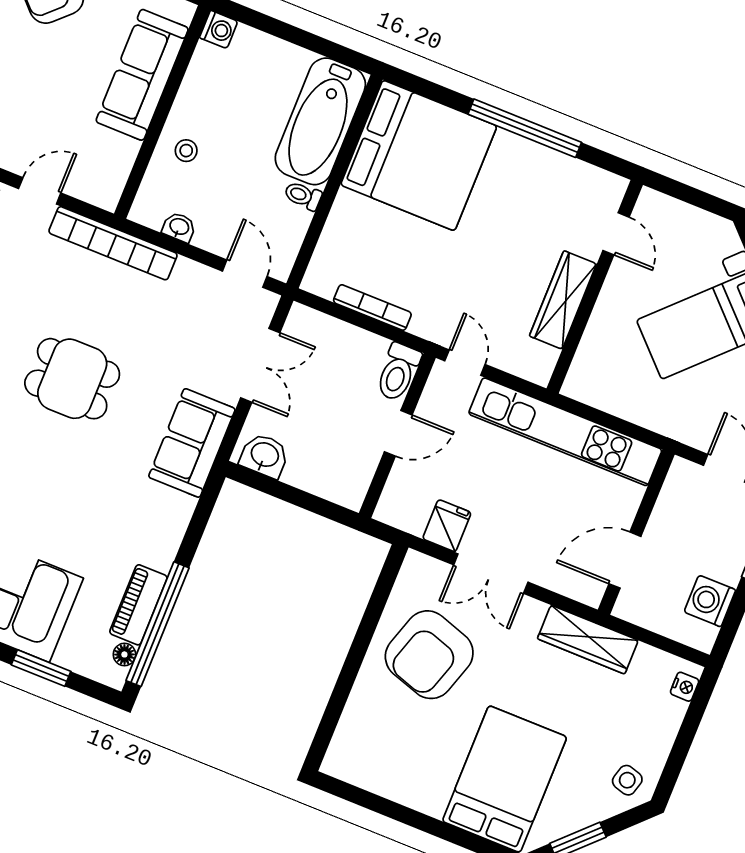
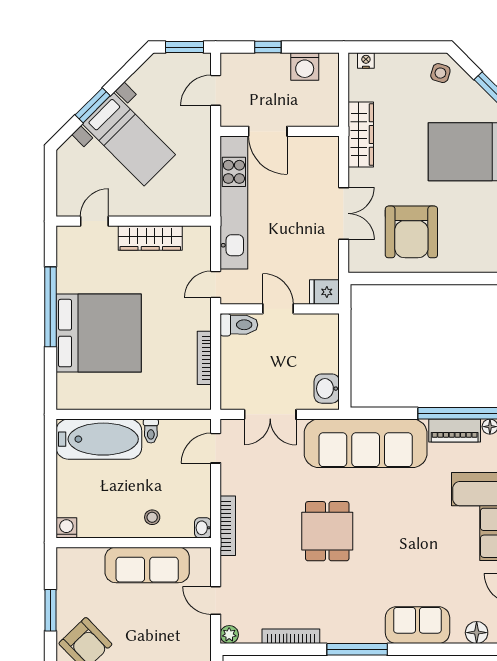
sofa: (142, 75) -> (147, 565), moved
bed: (419, 155) -> (99, 333), moved, turned 90
washbasin: (179, 227) -> (203, 528), moved
bookcase: (113, 243) -> (228, 526), width x0.68, depth x0.76
double door: (260, 365) -> (270, 414), swing flipped
sofa: (192, 443) -> (366, 443), width x1.85, depth x1.27
fridge: (447, 526) -> (324, 292), moved
door: (625, 560) -> (268, 131), moved
armchair: (429, 655) -> (411, 232), turned 72

